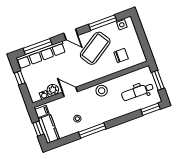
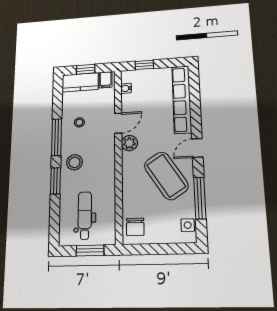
window: (38, 46) -> (195, 98), removed
chair: (121, 56) -> (135, 227), moved
window: (20, 78) -> (144, 65), moved
plant: (53, 90) -> (129, 143), moved
stool: (102, 91) -> (74, 162), moved
window: (150, 109) -> (55, 181), moved

